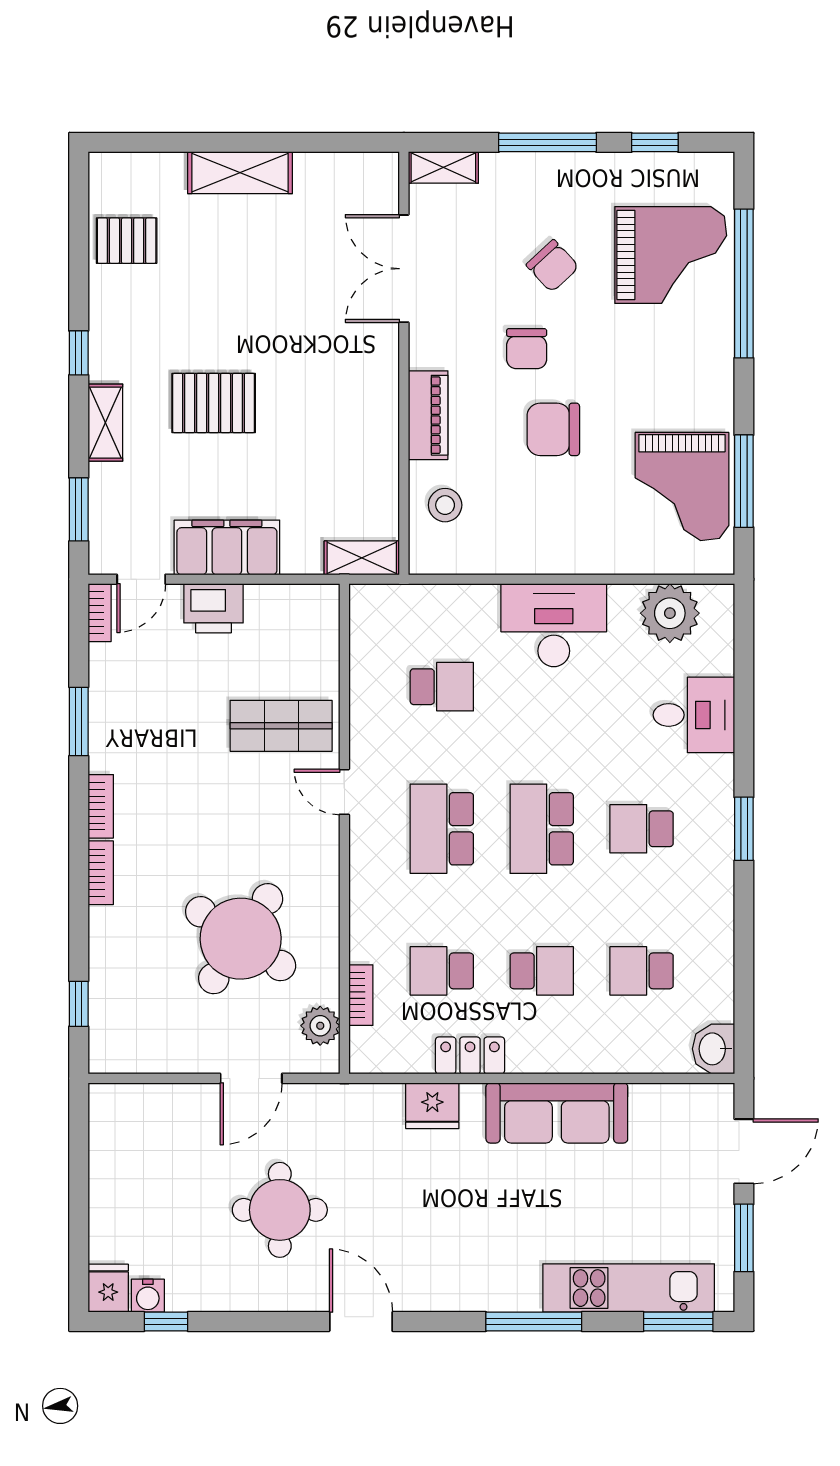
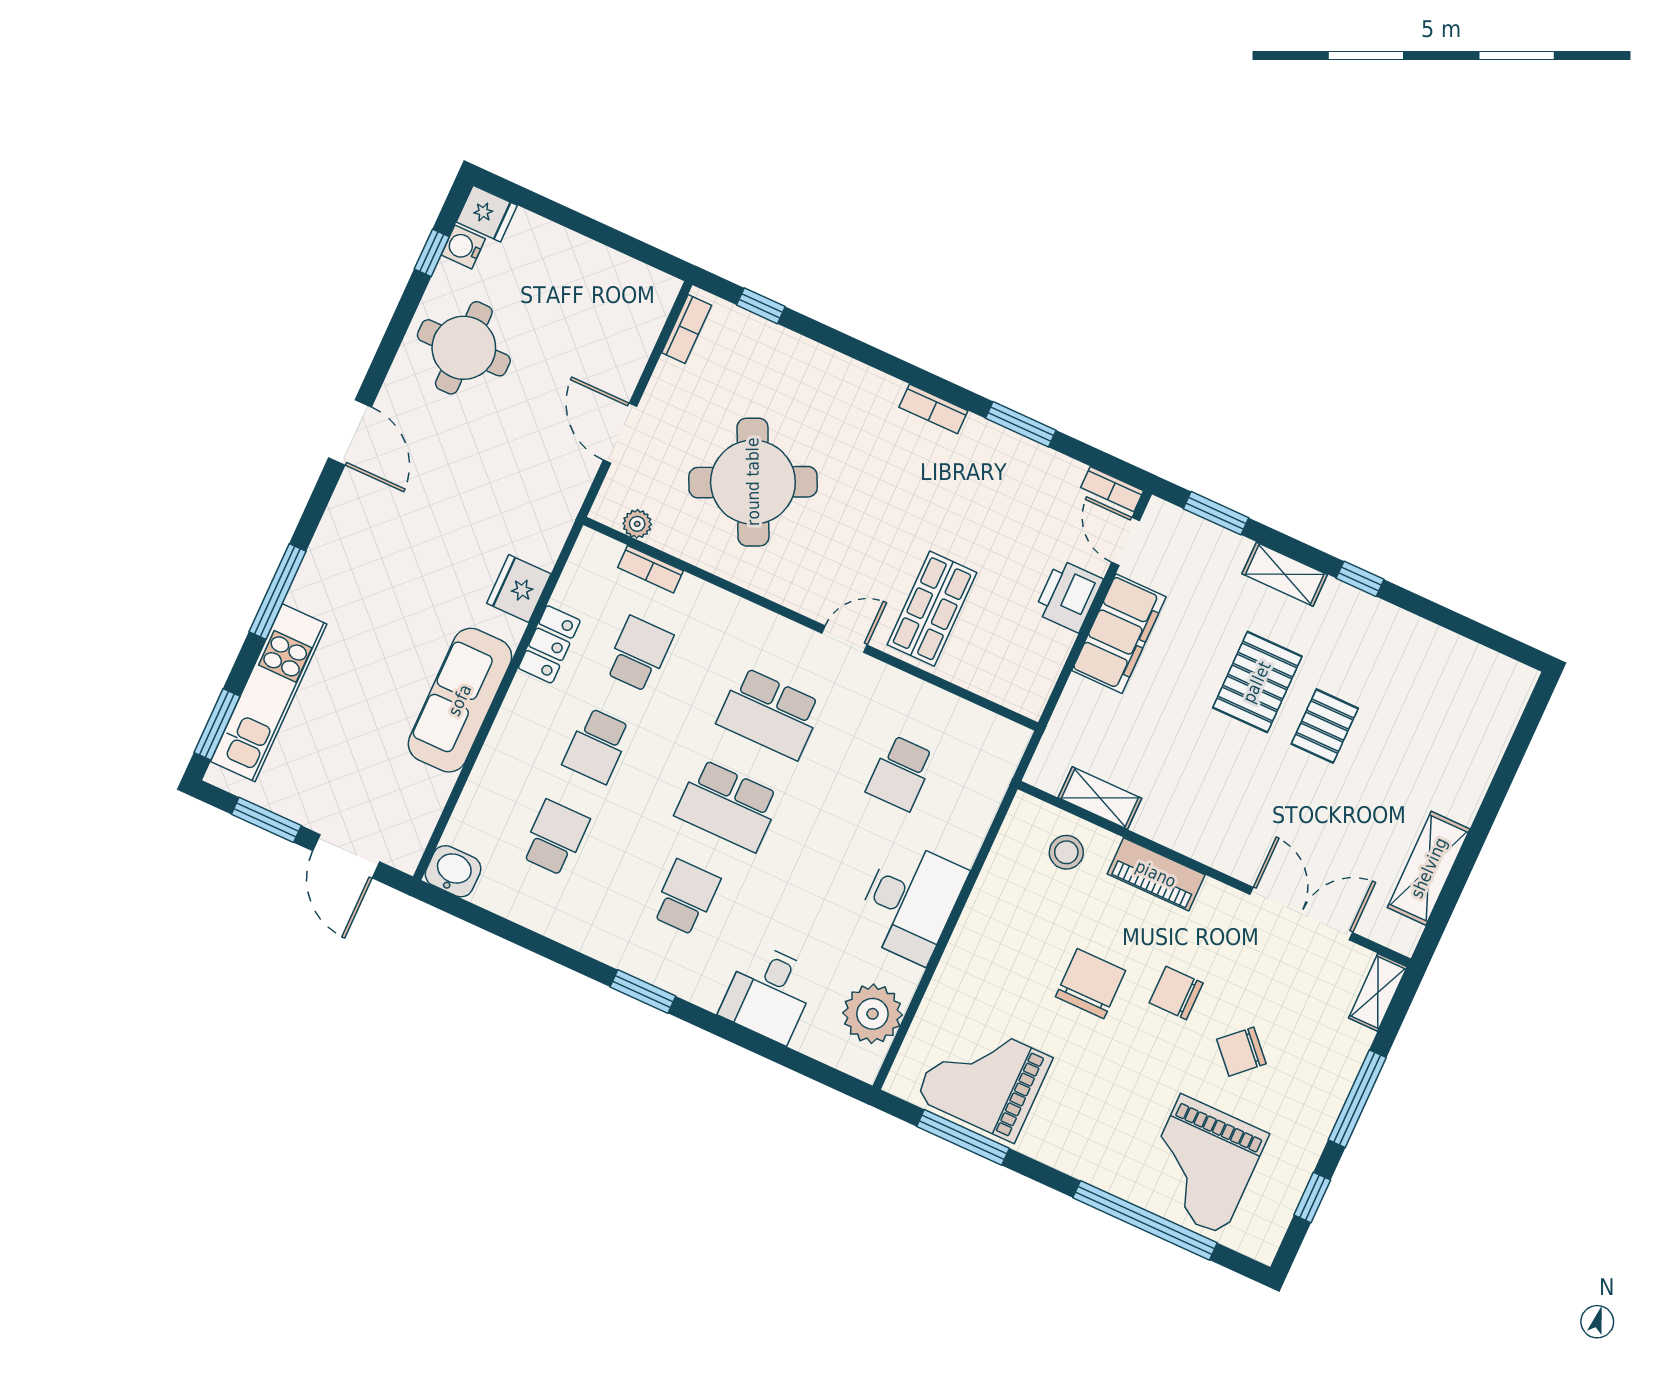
shelving: (240, 173) -> (1429, 868), moved
pallet: (127, 241) -> (1325, 726), moved
shelving: (362, 558) -> (1100, 798), moved, turned 90
school desk: (442, 829) -> (770, 713), turned 180
school desk: (542, 829) -> (728, 805), turned 180
bookcase: (101, 873) -> (687, 329), moved, turned -90
round table: (241, 939) -> (753, 482), turned 31
plant: (320, 1026) -> (637, 524), width x0.73, depth x0.73
round table: (280, 1210) -> (464, 348), moved
door: (361, 1322) -> (350, 432), hinge flipped

